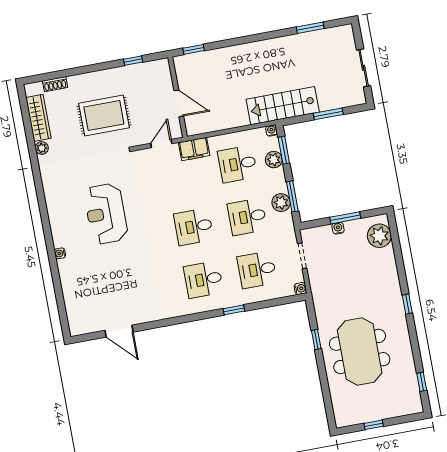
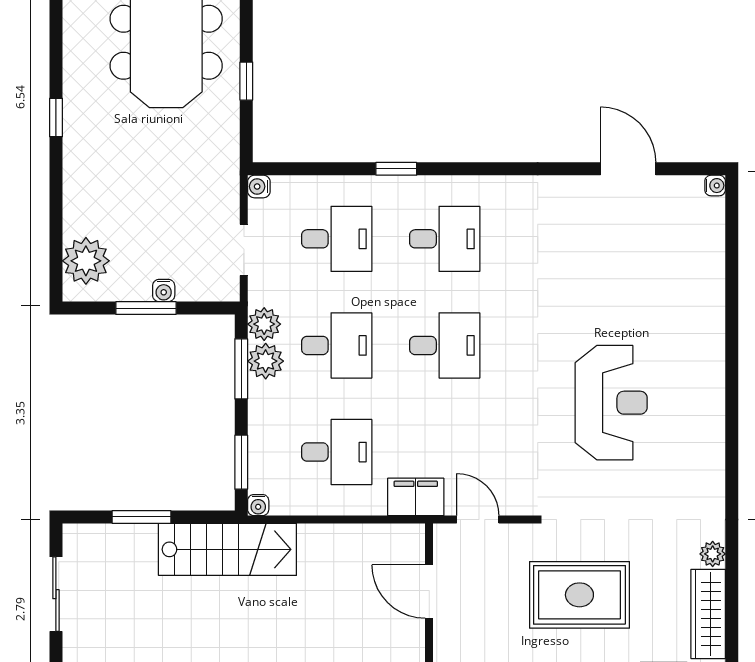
door: (161, 144) -> (478, 520), swing flipped
plant: (274, 160) -> (264, 324), moved
water cooler: (60, 253) -> (715, 186), moved

